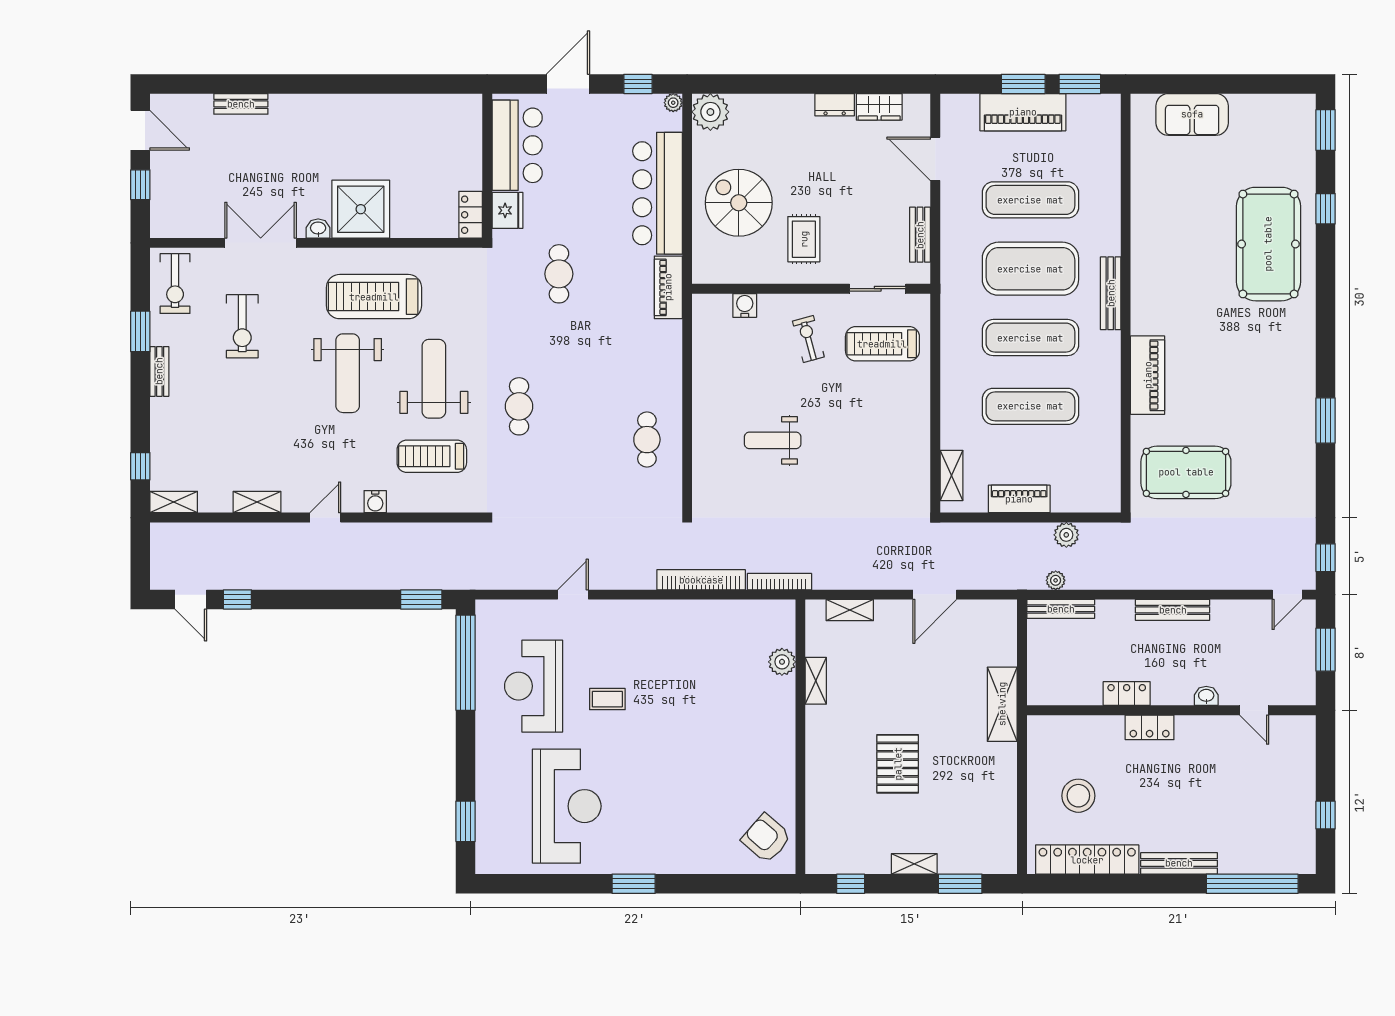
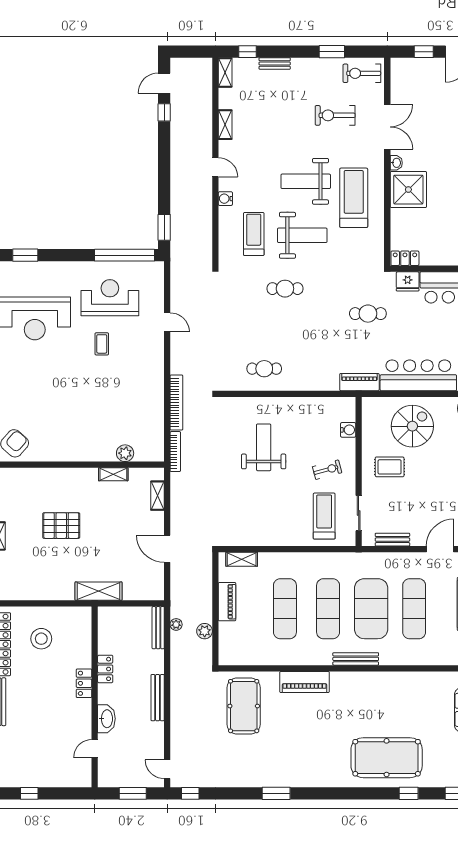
bench: (159, 371) -> (275, 63), moved
weight bench: (773, 440) -> (264, 447), width x1.36, depth x1.33
washbasin: (1206, 696) -> (106, 719), width x1.91, depth x1.45

